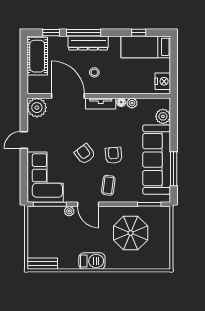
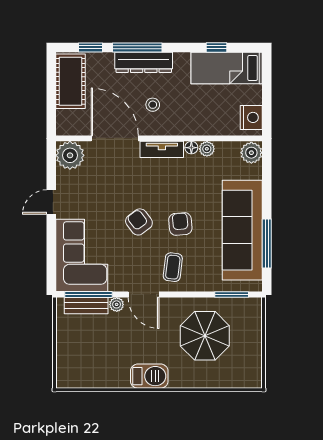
plant: (163, 116) -> (251, 153), moved
bench: (42, 264) -> (86, 306), moved

